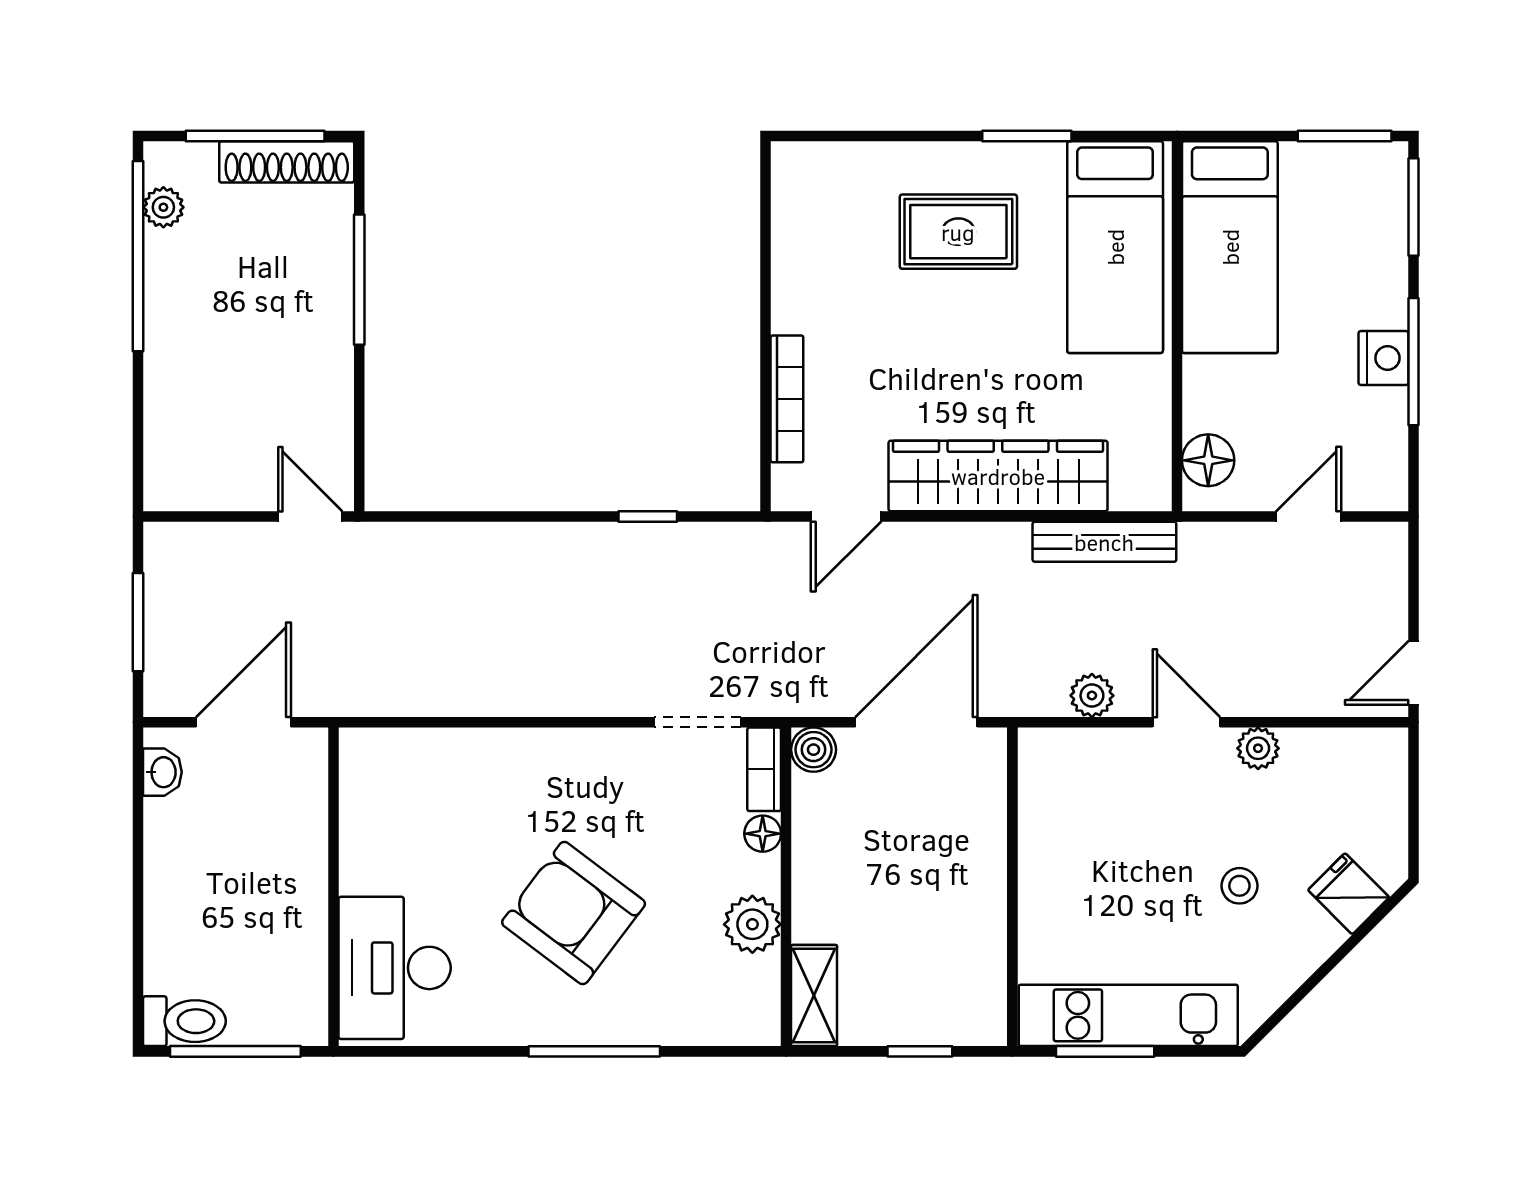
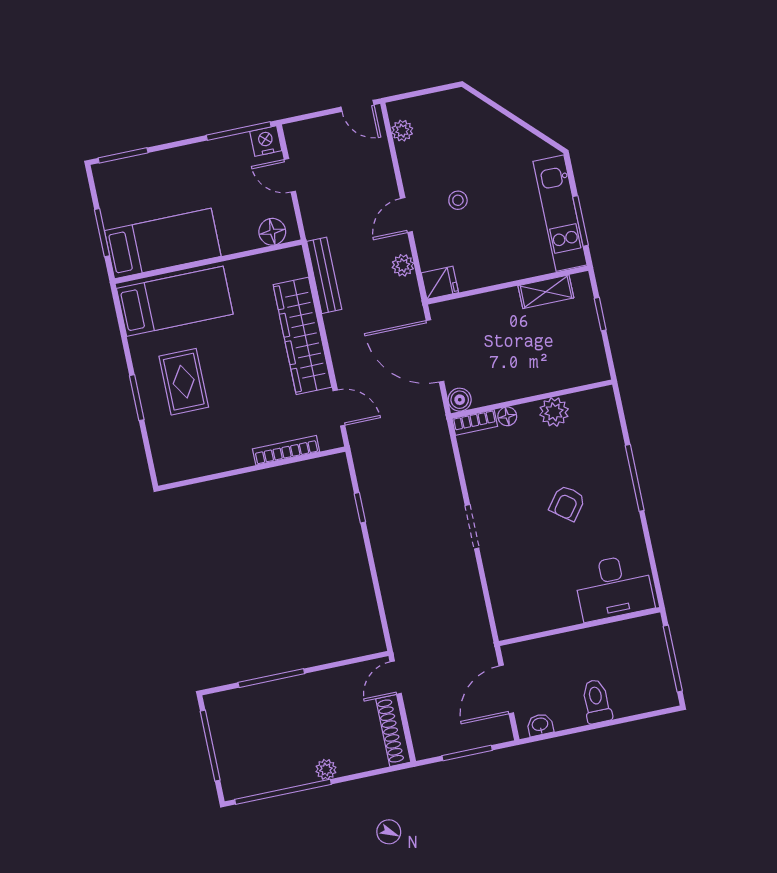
window: (1027, 136) -> (137, 398), moved
window: (1345, 136) -> (102, 233), moved
shoe rack: (287, 162) -> (393, 730), moved, turned 180
plant: (163, 207) -> (326, 769), moved
nightstand: (1384, 358) -> (266, 141), moved
window: (1414, 362) -> (239, 131), moved
door: (243, 722) -> (506, 689), hinge flipped
doorway: (698, 722) -> (472, 527), moved
plant: (1258, 748) -> (402, 131), moved
stool: (1239, 886) -> (458, 200), moved
fridge: (1349, 894) -> (440, 283), moved, turned -135
armchair: (574, 913) -> (567, 503), width x0.53, depth x0.53
shelving: (814, 996) -> (546, 292), moved
toilet: (184, 1021) -> (597, 701), moved

